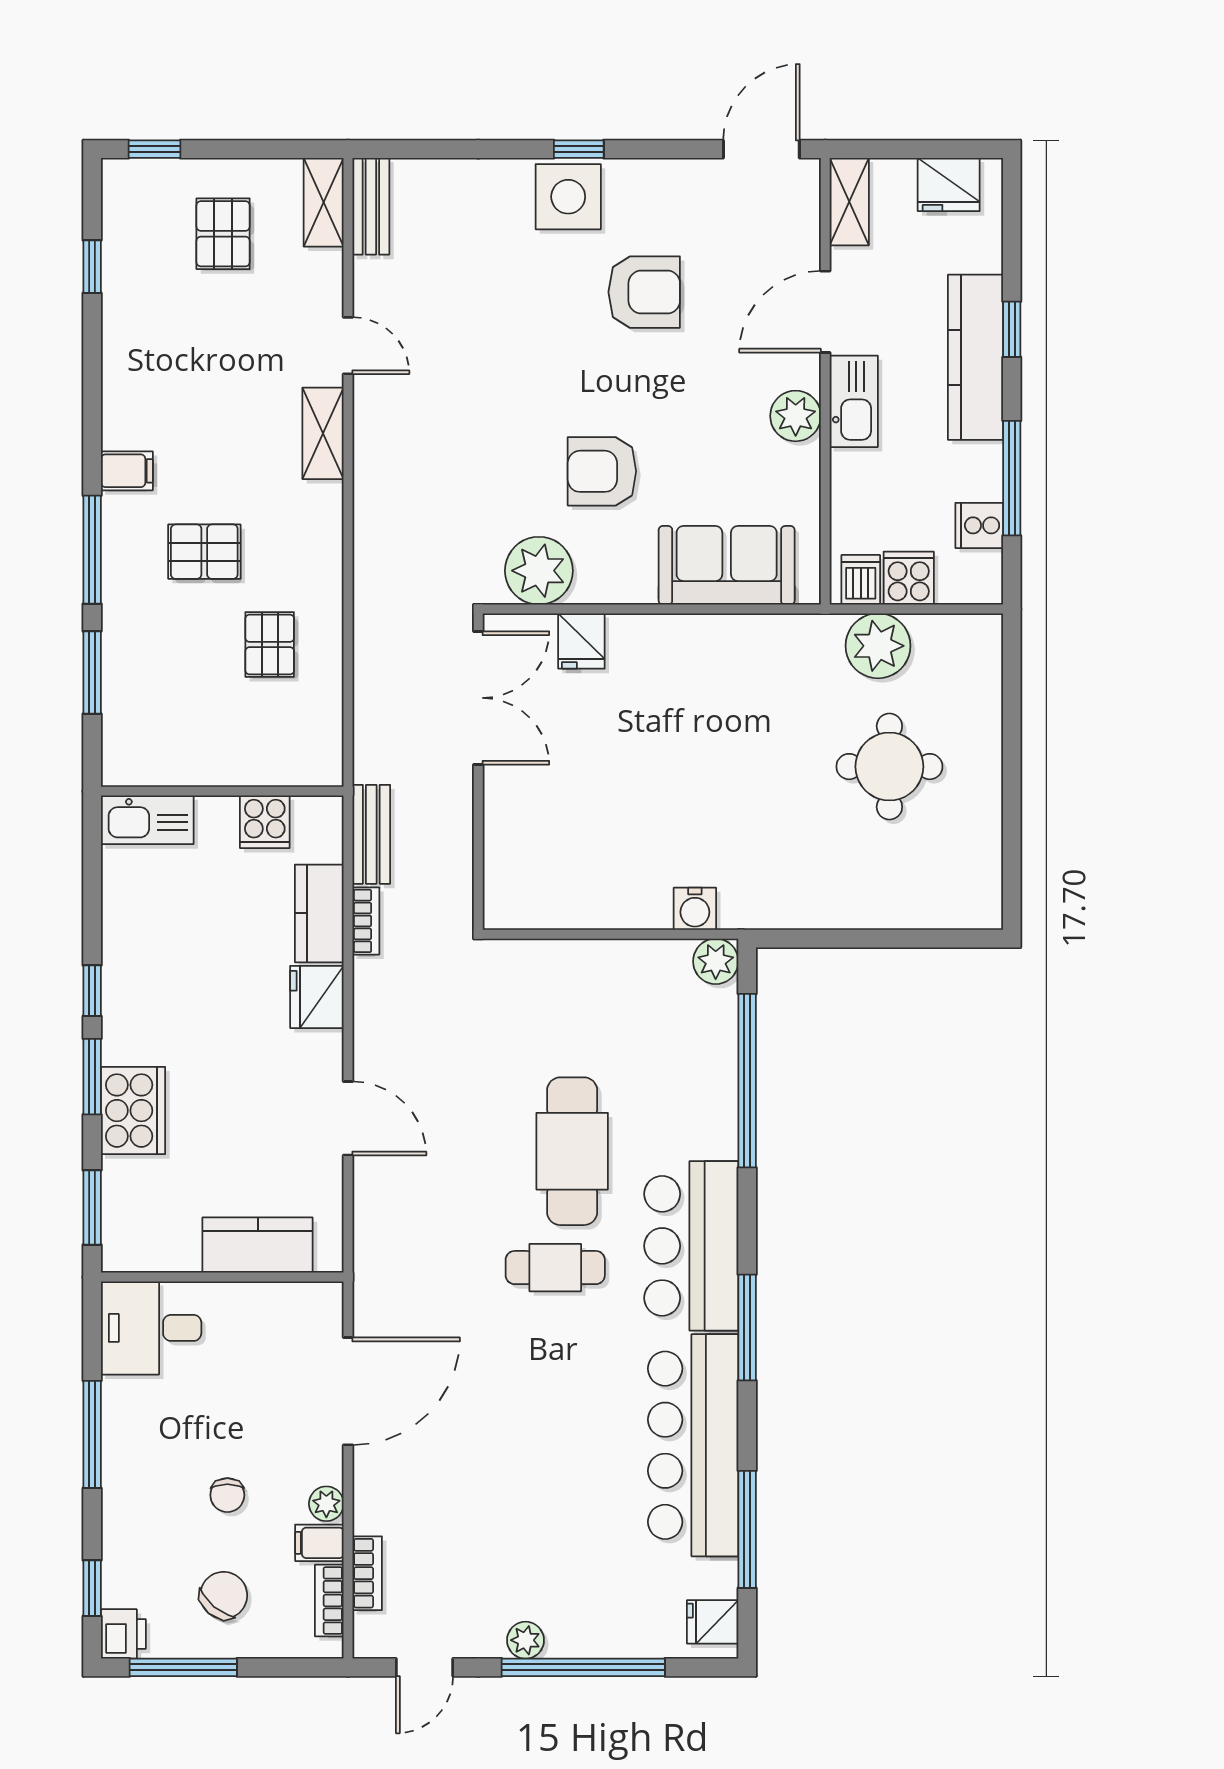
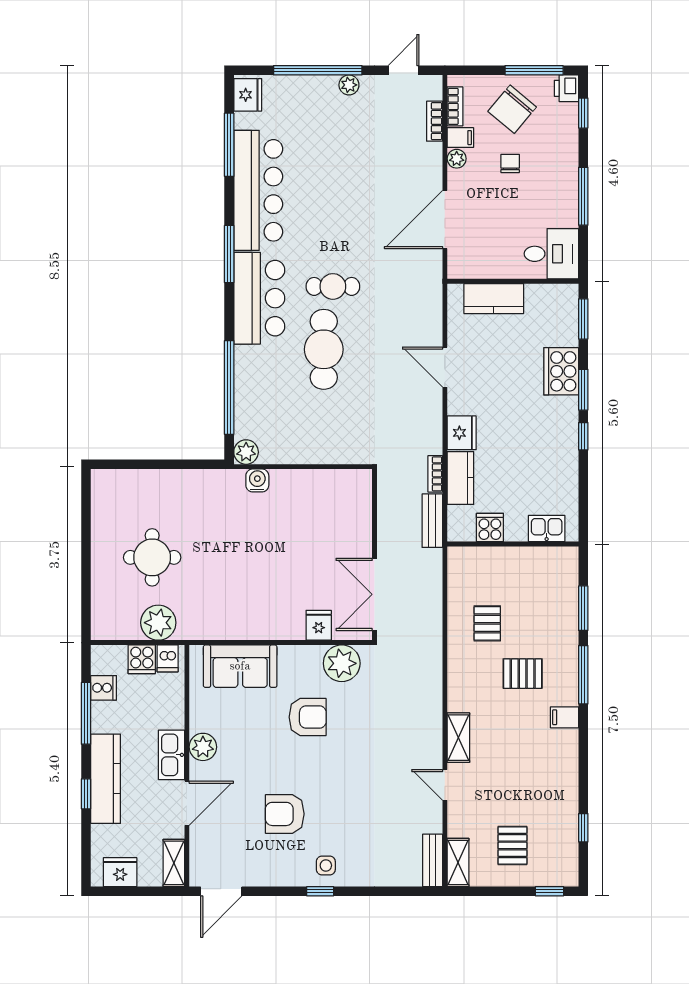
side table: (568, 197) -> (326, 865), width x0.54, depth x0.54
kitchen sink: (147, 820) -> (547, 529), width x0.73
chair: (224, 1595) -> (512, 109), width x1.37, depth x1.37
fridge: (713, 1622) -> (248, 95), width x1.38

